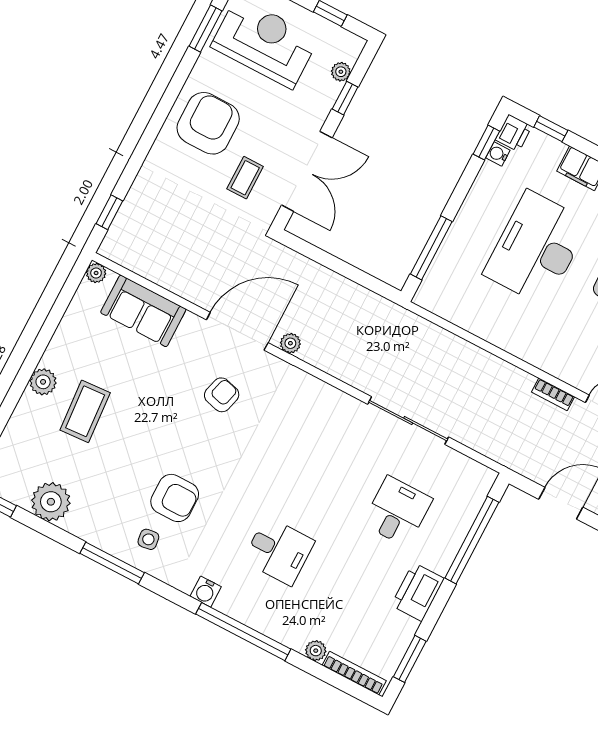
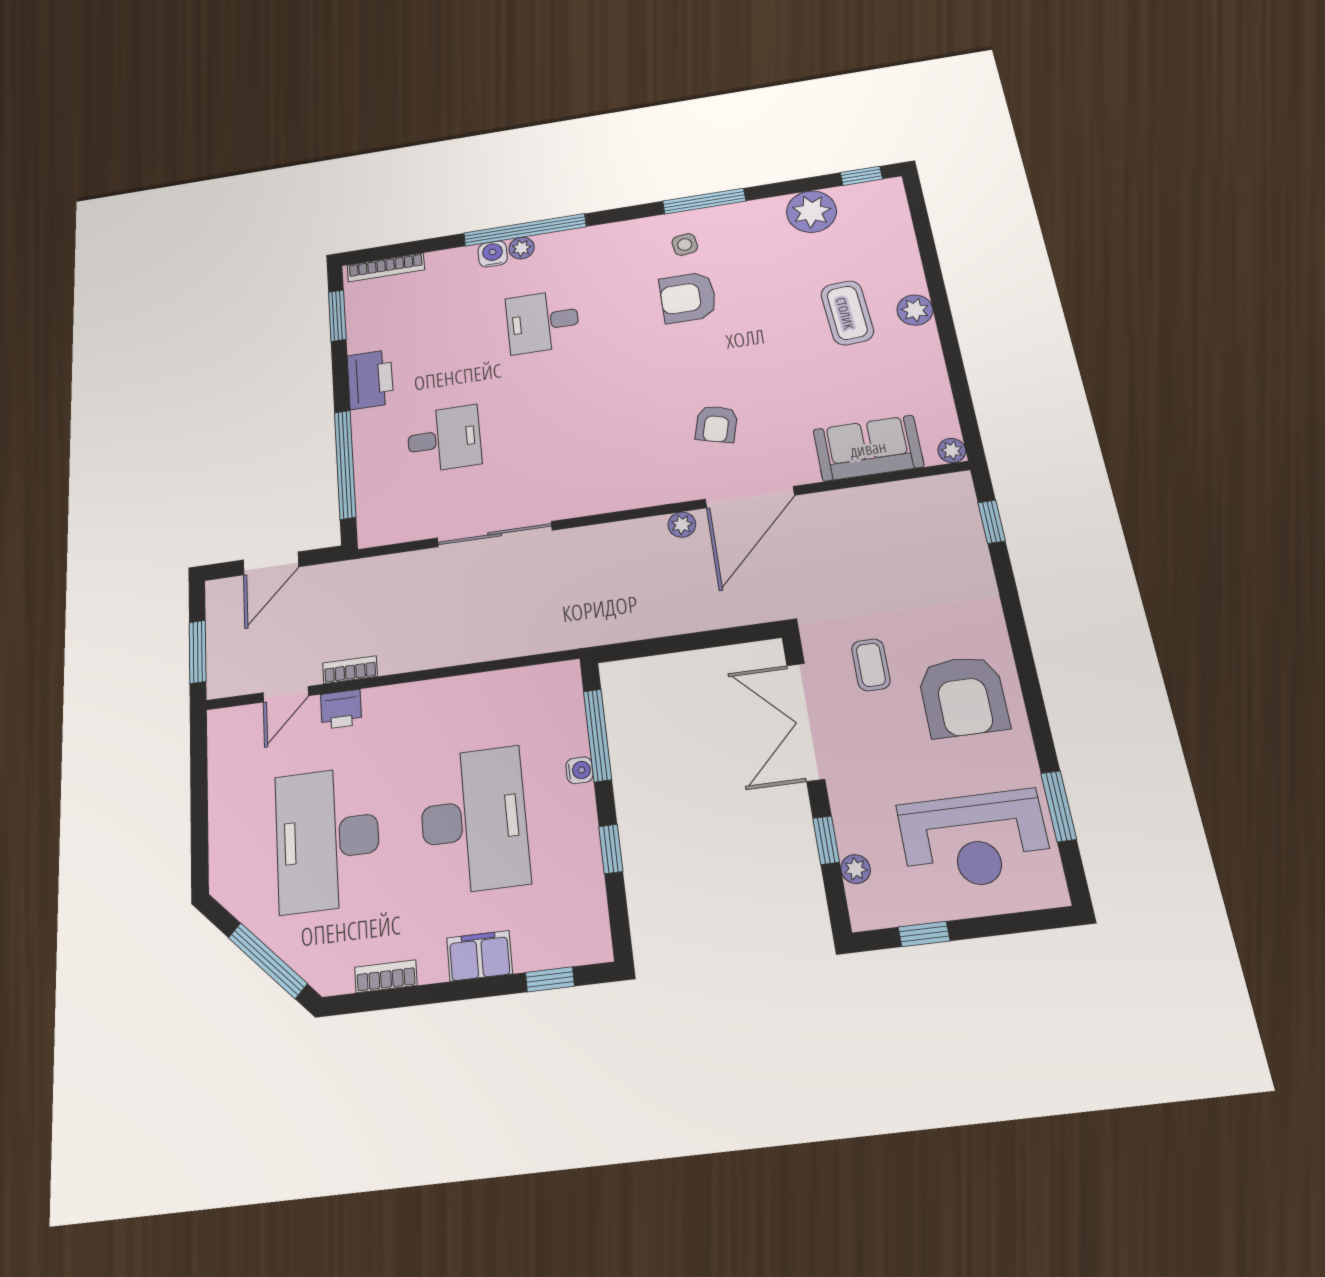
printer: (514, 133) -> (341, 709), moved, turned -90
window: (486, 143) -> (611, 849), moved
water cooler: (498, 154) -> (579, 770), moved
desk: (397, 511) -> (444, 439), turned -90
water cooler: (206, 592) -> (493, 254), moved
plant: (316, 651) -> (522, 248), moved

